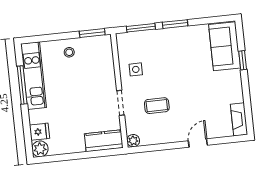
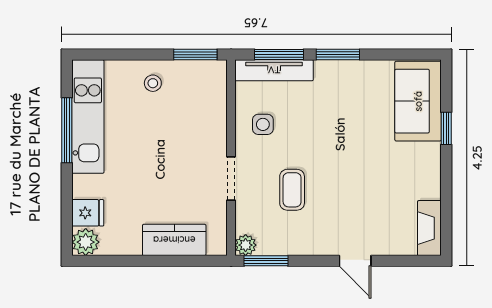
tv unit: (139, 37) -> (274, 70), added
coffee table: (157, 106) -> (292, 190), turned 90
kitchen counter: (104, 141) -> (174, 240), moved
door: (198, 143) -> (355, 261), swing flipped
window: (146, 149) -> (266, 261), added

